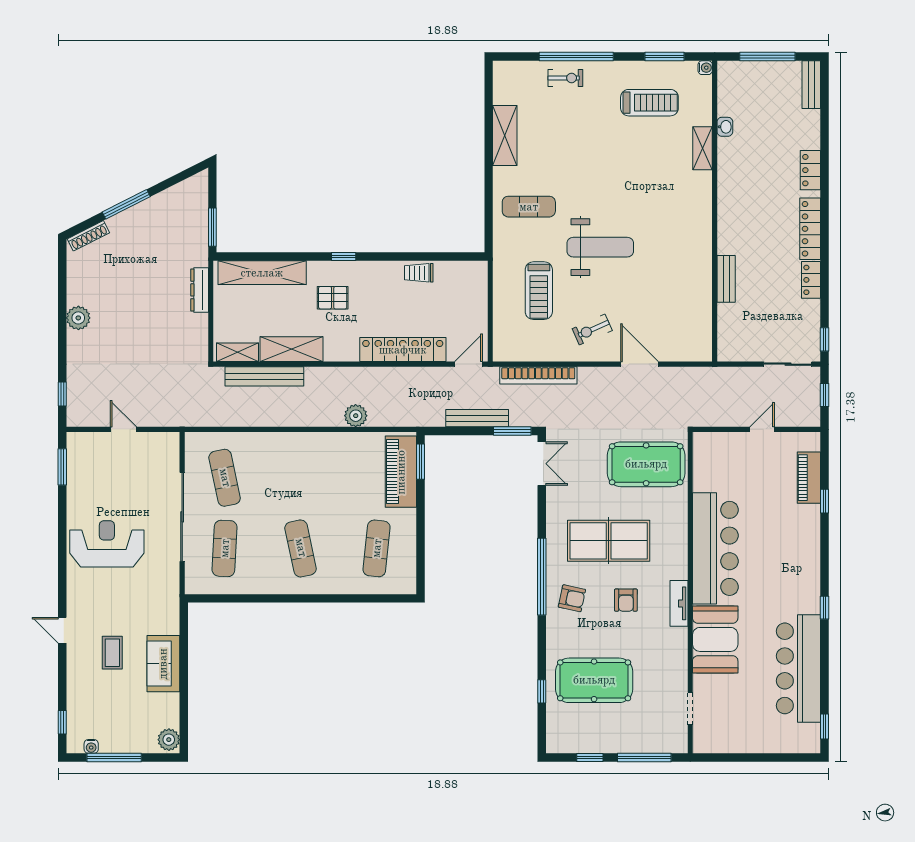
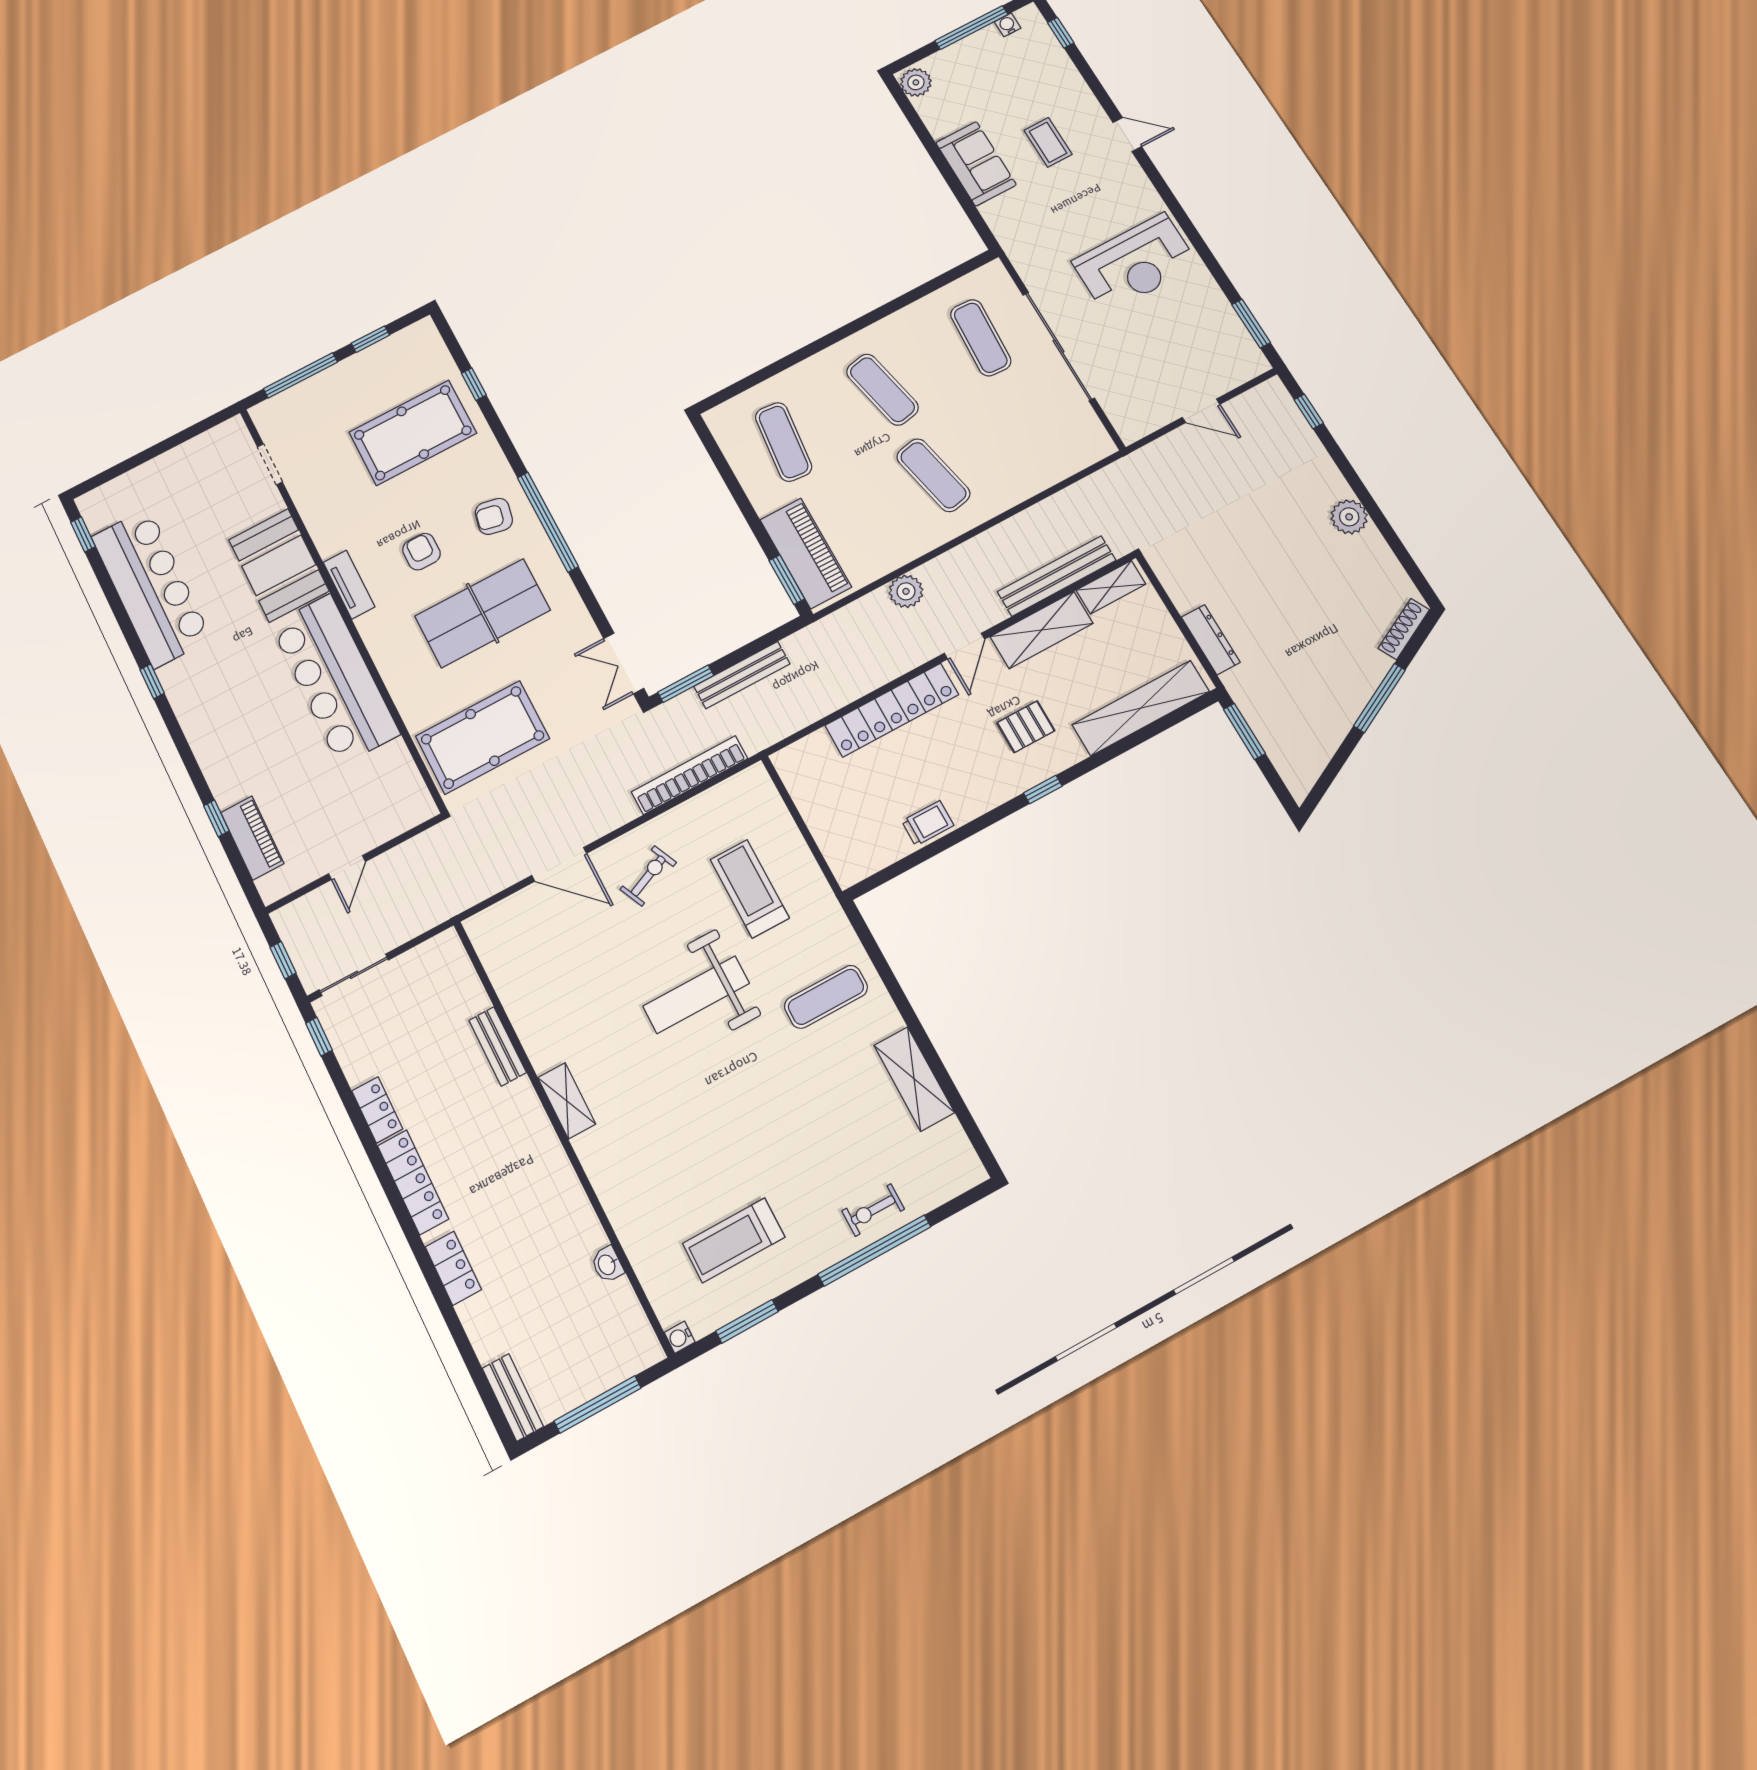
shelving: (703, 148) -> (567, 1101), moved
door: (469, 364) -> (964, 646), moved
exercise mat: (225, 478) -> (933, 475), moved

